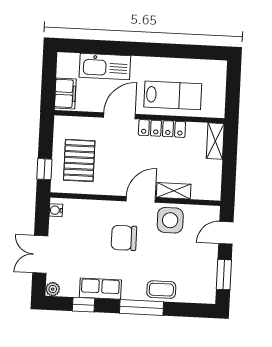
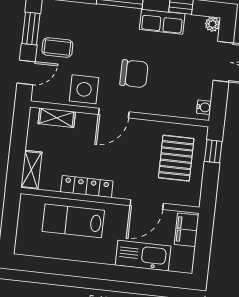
door: (119, 116) -> (147, 204), moved
shelving: (174, 191) -> (57, 118), moved
coffee table: (161, 290) -> (57, 48), moved

